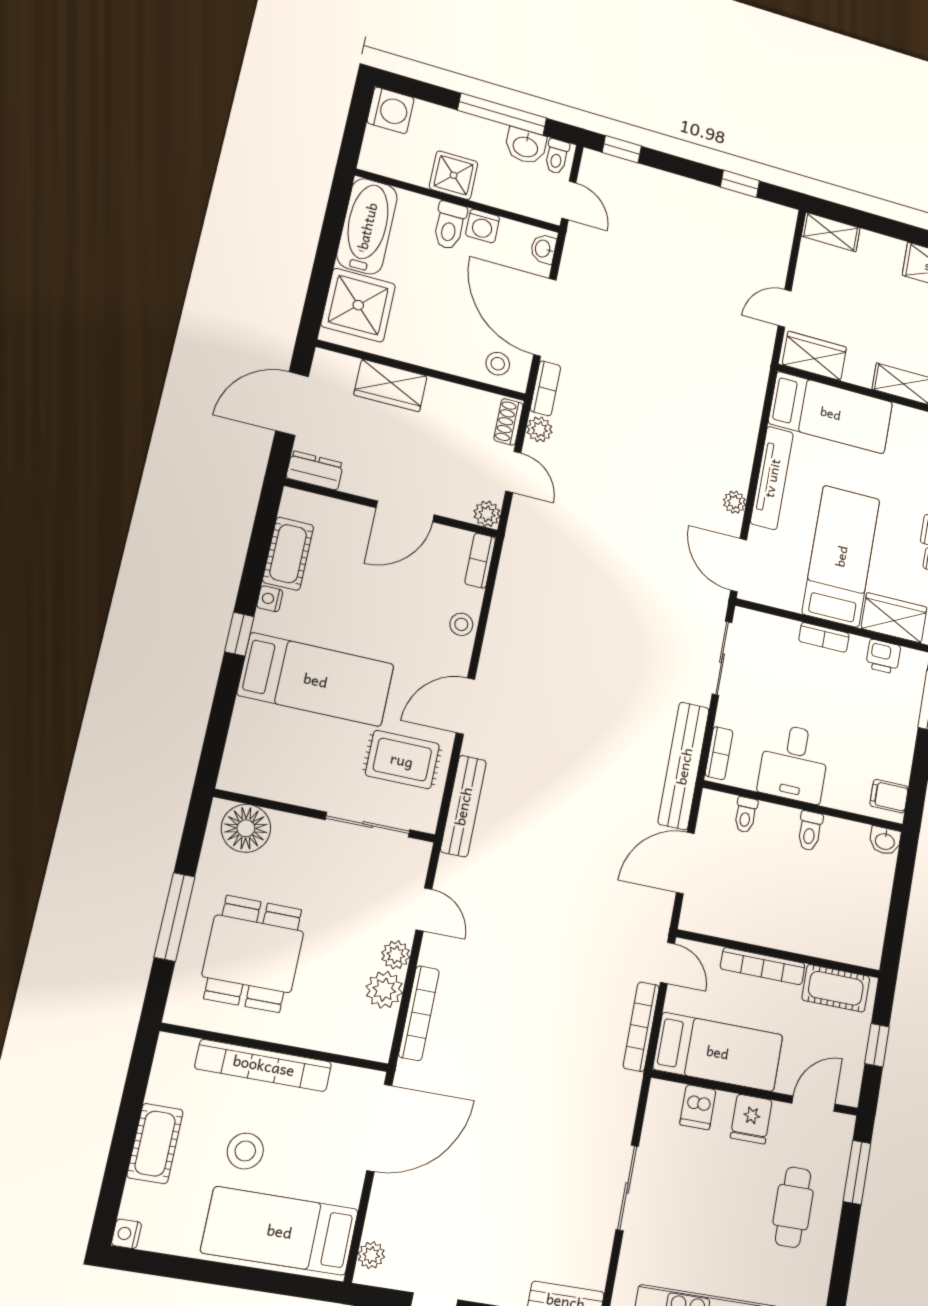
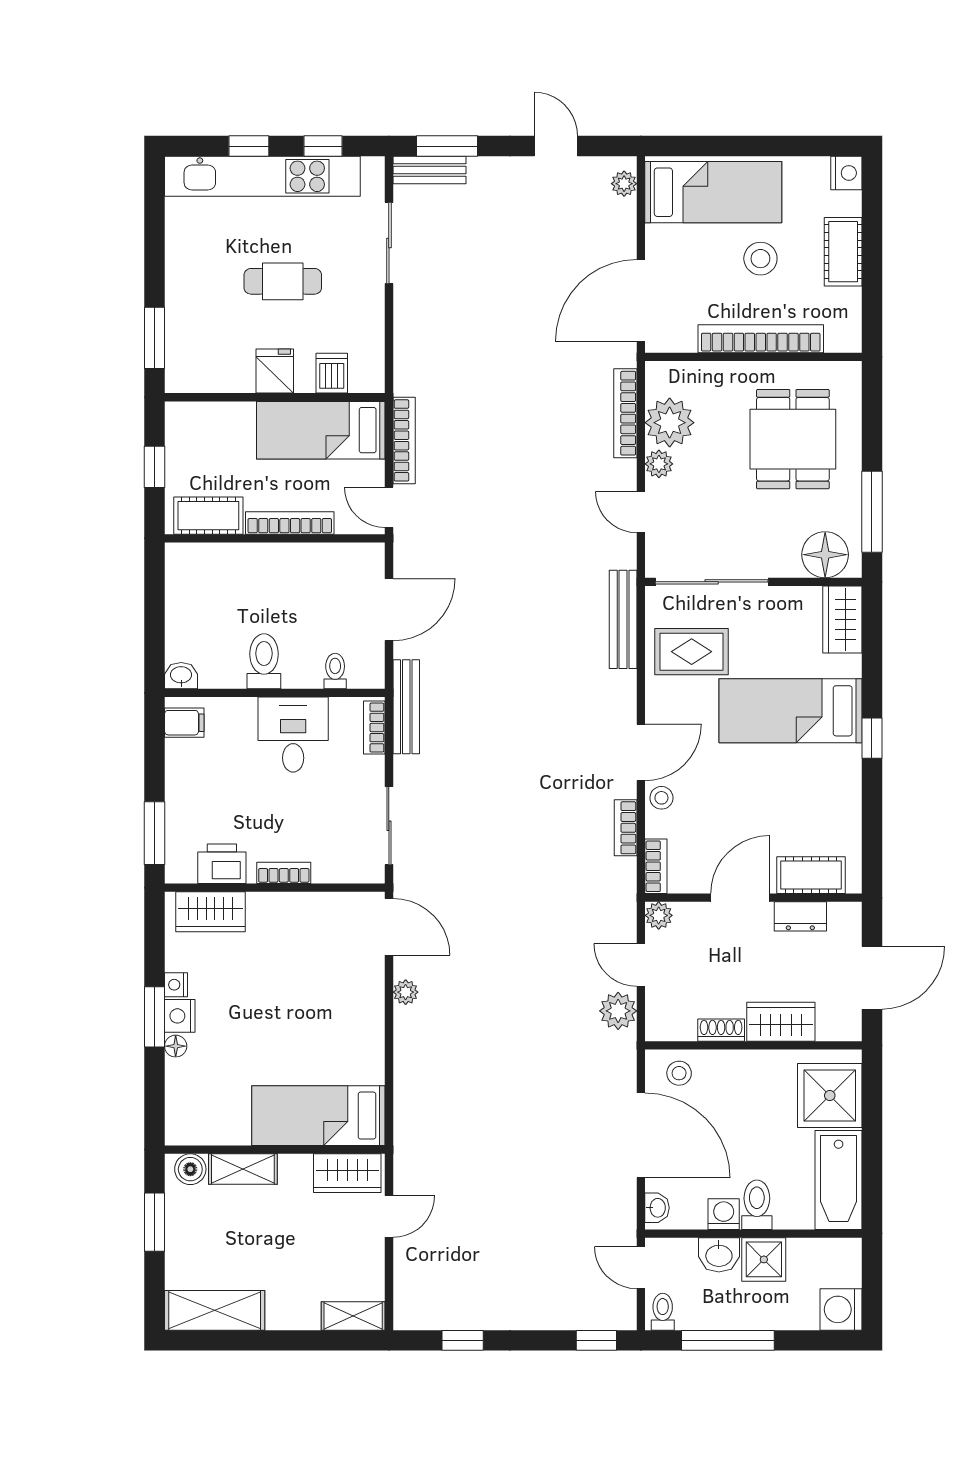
washbasin: (526, 146) -> (719, 1255), moved, turned 180
bookcase: (545, 388) -> (626, 828), moved
shoe rack: (508, 422) -> (721, 1030), moved, turned -90
plant: (539, 429) -> (618, 1011), width x1.38, depth x1.38
dresser: (315, 470) -> (800, 916), moved
tv unit: (772, 478) -> (370, 1028), removed
cot: (288, 554) -> (811, 875), moved, turned 90
bed: (841, 556) -> (280, 963), removed
nightstand: (270, 599) -> (851, 779), removed
printer: (883, 657) -> (222, 864), width x1.36, depth x1.24
door: (465, 706) -> (641, 752), moved
wardrobe: (243, 759) -> (842, 620), added
bench: (684, 766) -> (406, 707), width x0.73, depth x0.82
sliding door: (368, 825) -> (712, 582), width x1.37
toilet: (810, 831) -> (264, 661), width x1.37, depth x1.39
window: (174, 917) -> (872, 512), moved
plant: (384, 990) -> (670, 423), width x1.36, depth x1.36
door: (814, 1104) -> (212, 397), removed
sliding door: (627, 1188) -> (389, 243), moved
cafe table: (793, 1207) -> (283, 281), moved, turned 90
nightstand: (126, 1234) -> (846, 173), width x1.39, depth x1.35

